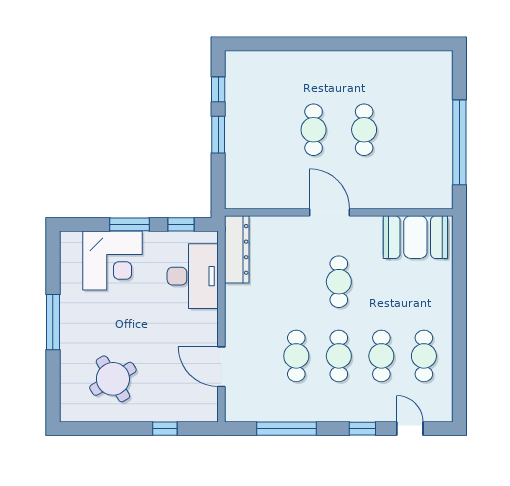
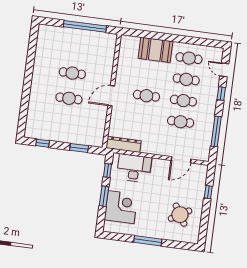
window: (218, 135) -> (79, 148), moved
booth: (415, 237) -> (155, 50), moved, turned 90
door: (410, 429) -> (224, 70), hinge flipped

